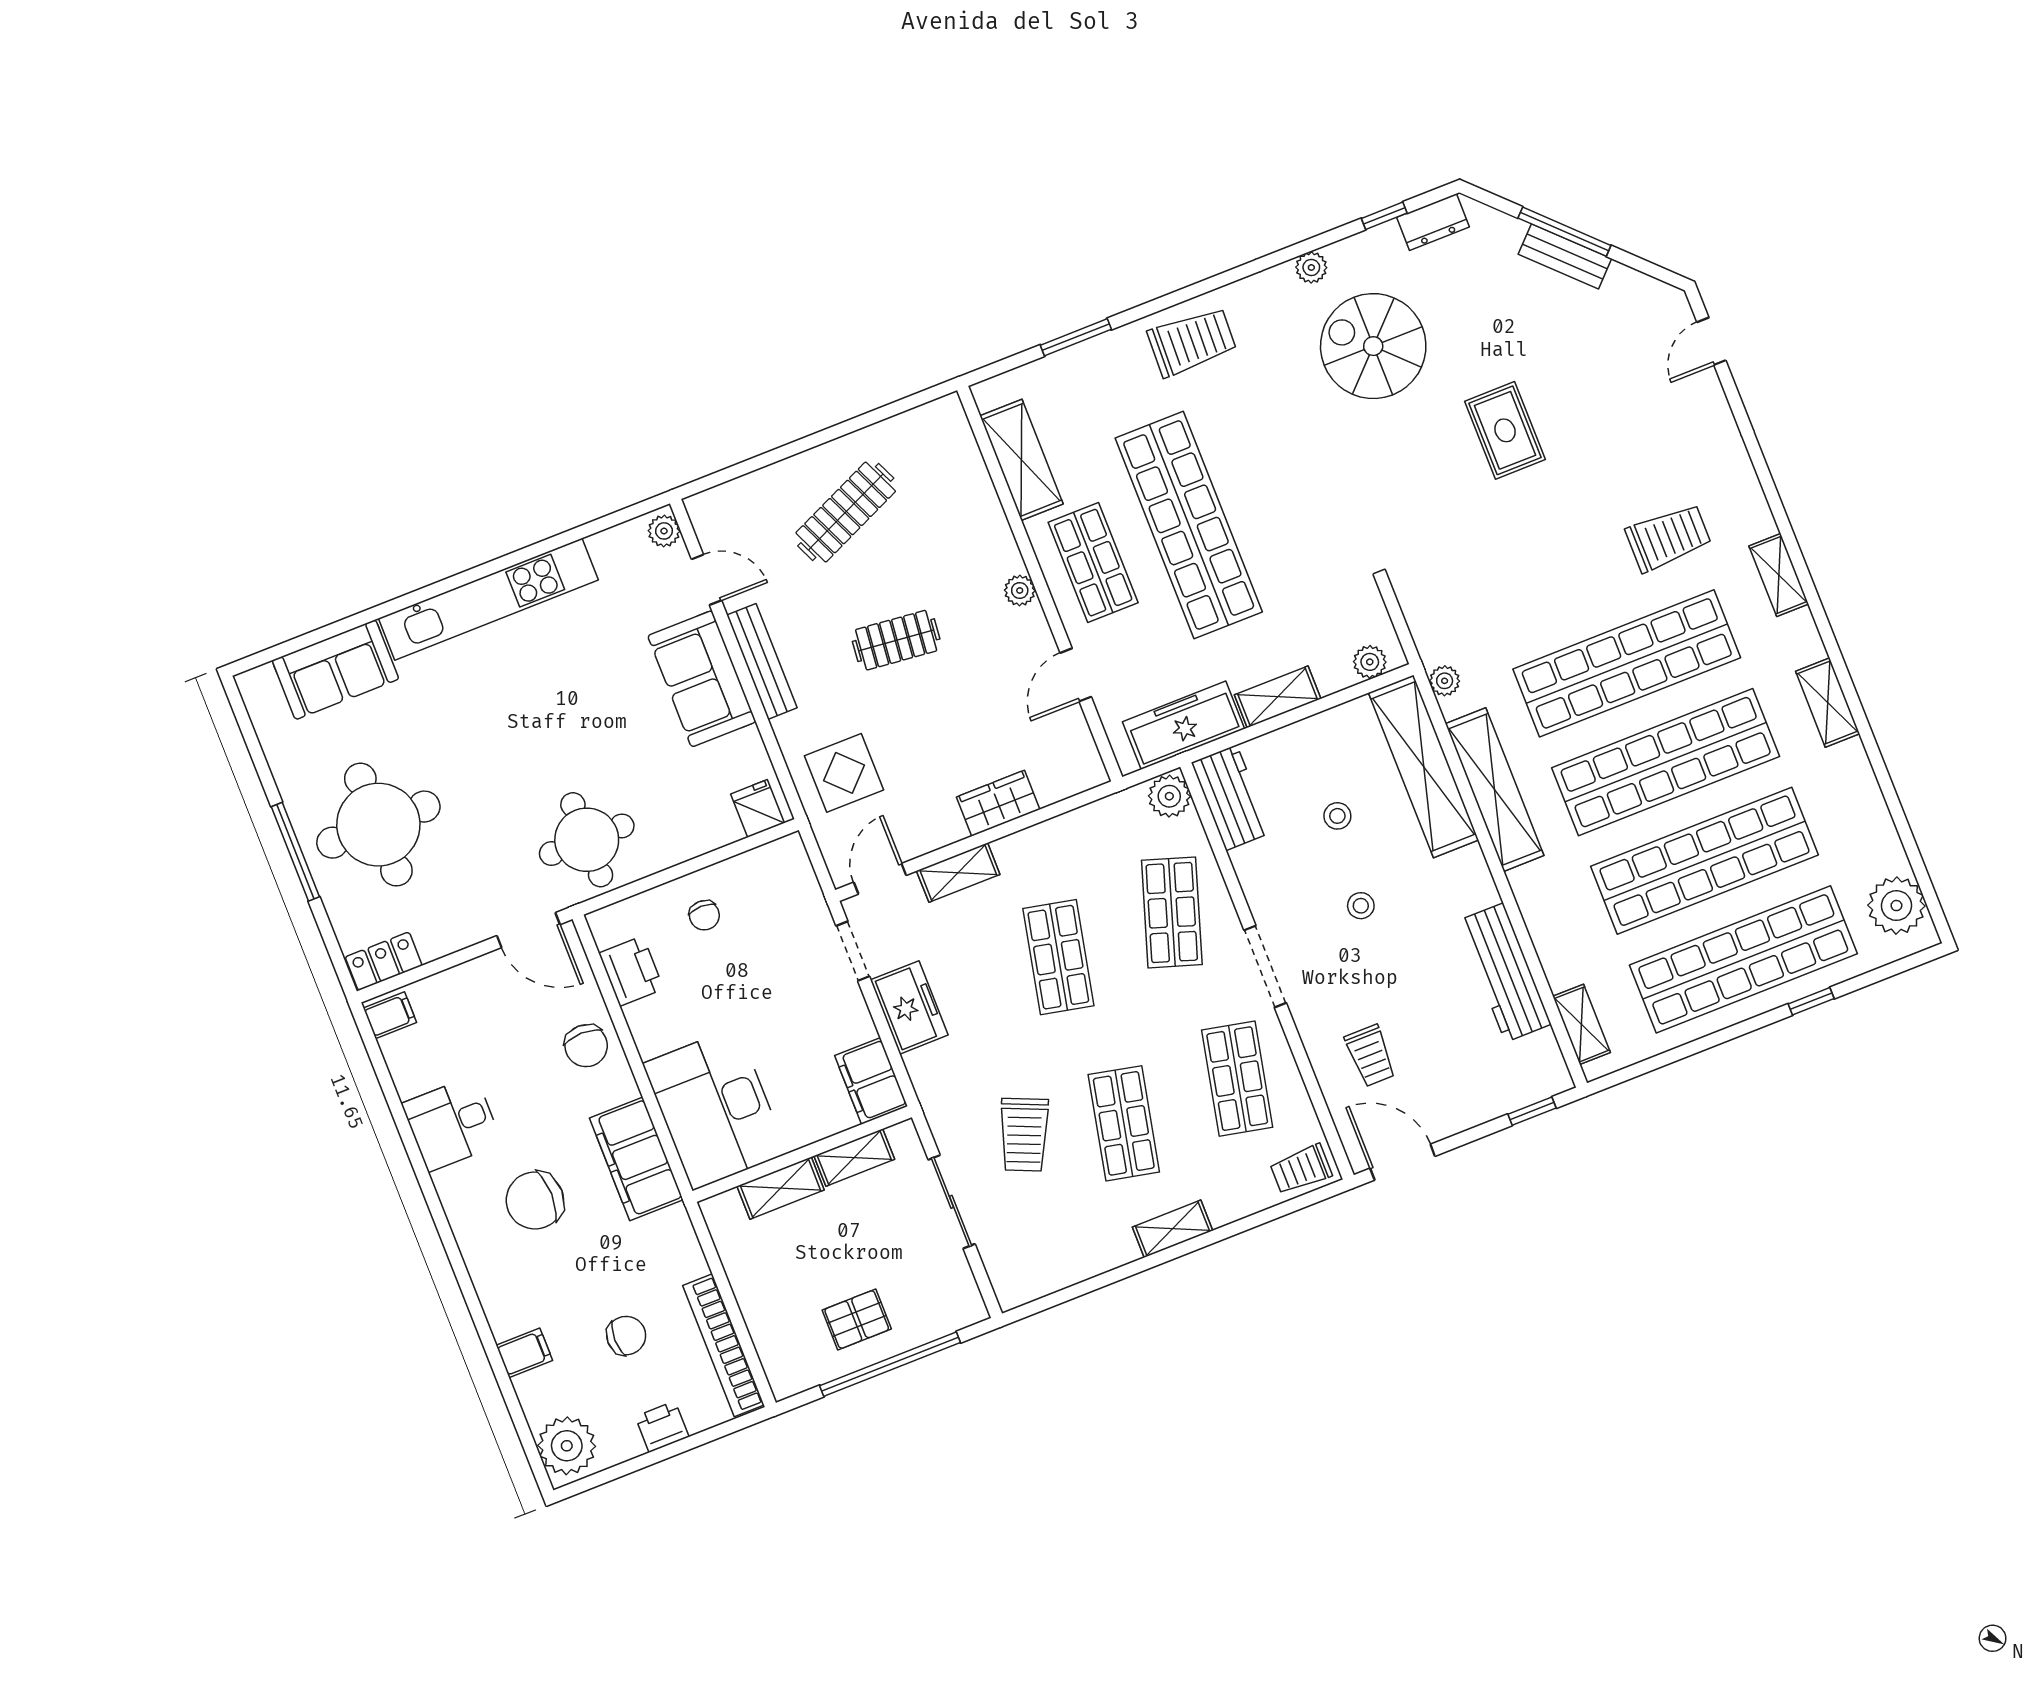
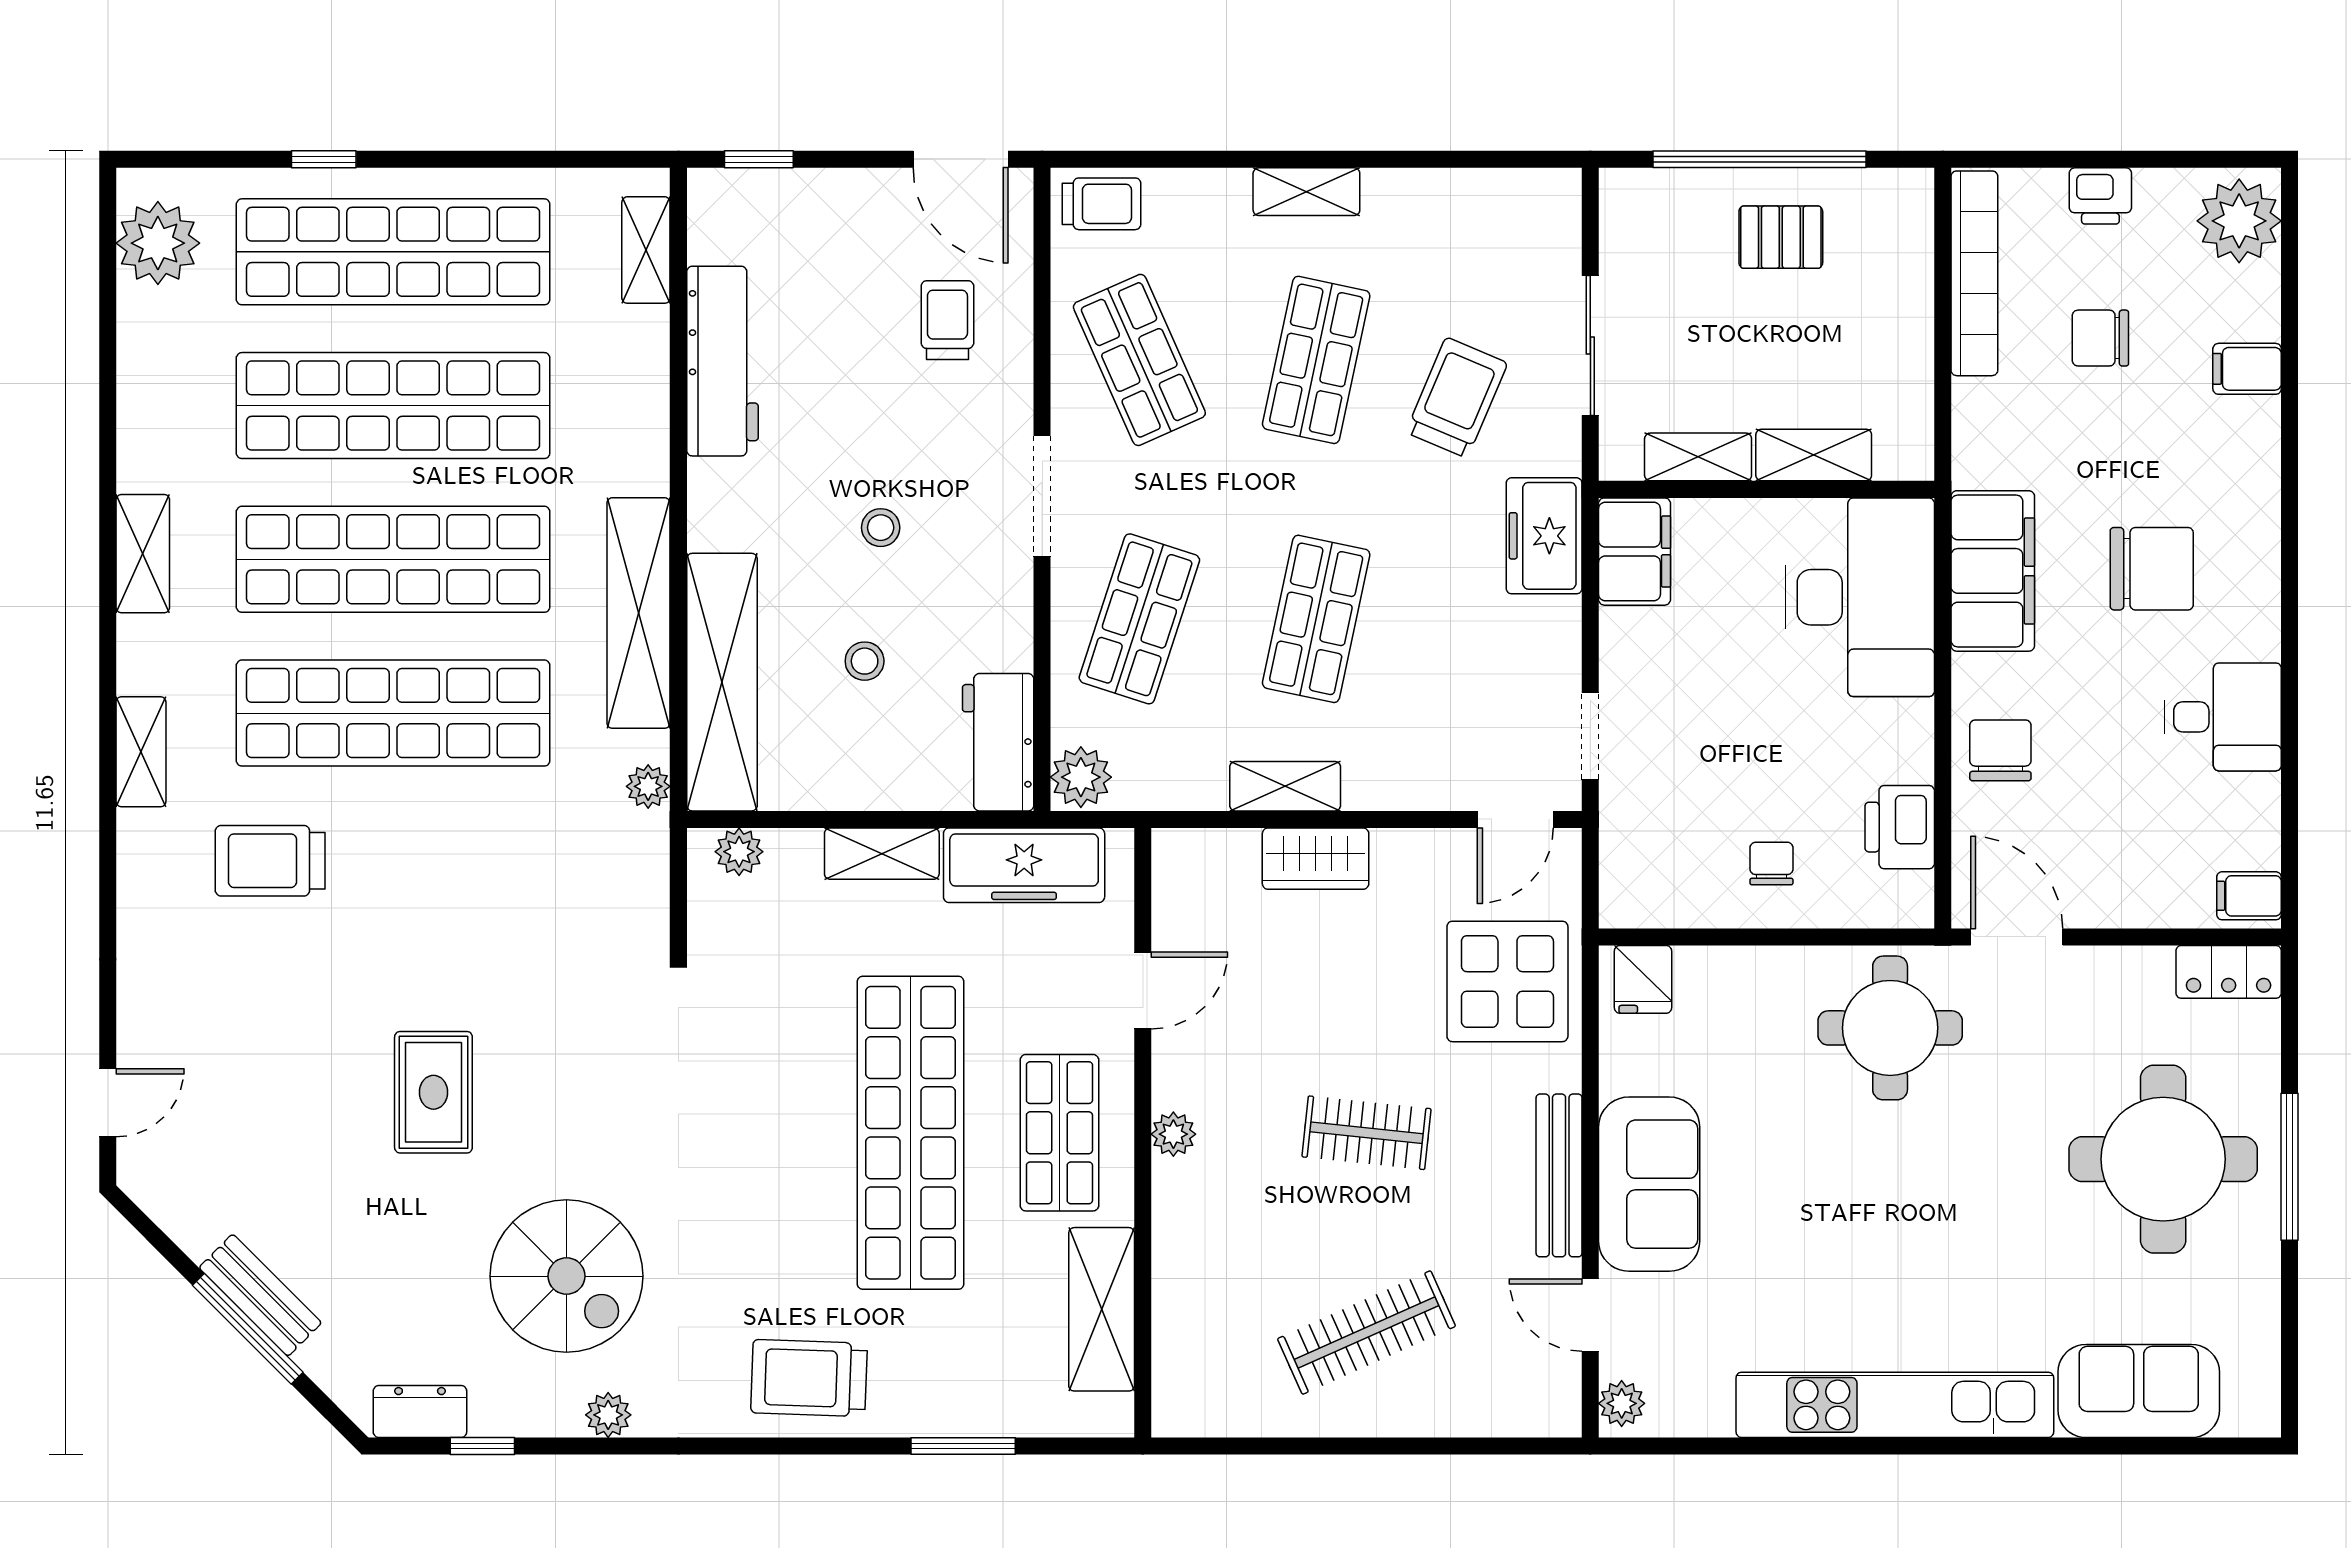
display table: (844, 773) -> (1507, 981), width x1.36, depth x1.36
shelving: (958, 873) -> (1285, 786), moved
freezer: (909, 1007) -> (1544, 536), moved
shop shelf: (1237, 1079) -> (1139, 360), turned -36

